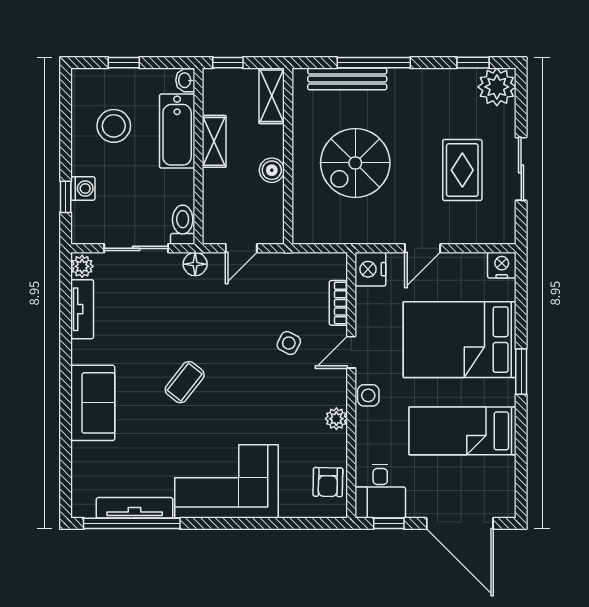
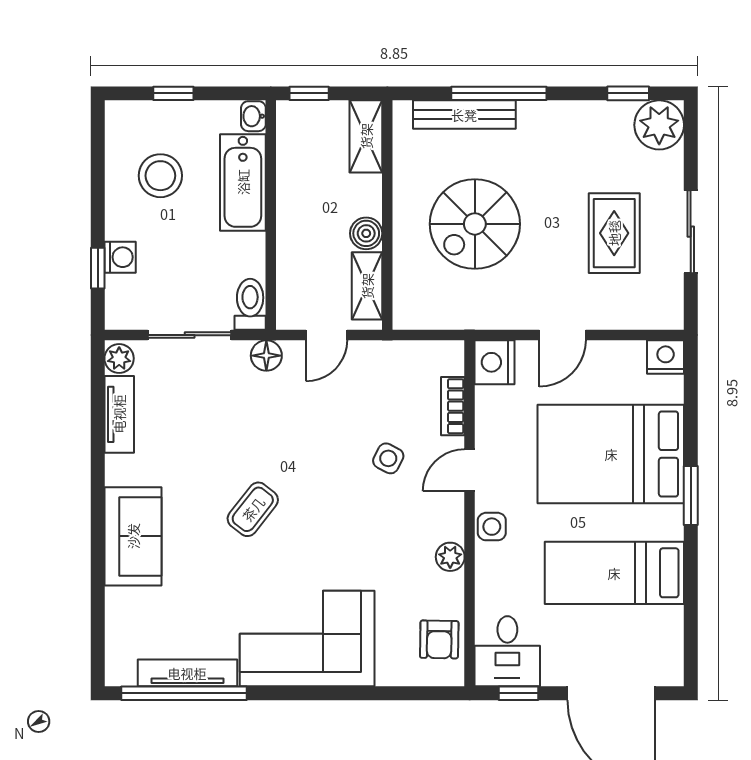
shelving: (214, 141) -> (367, 286), moved

